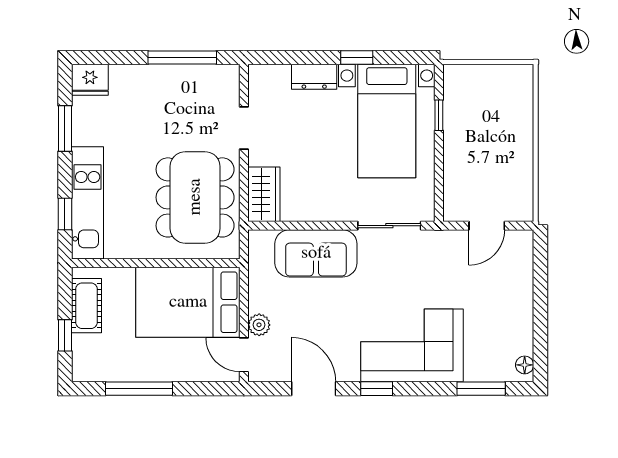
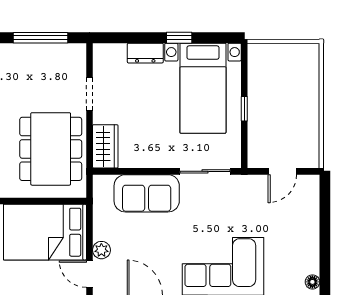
window: (439, 115) -> (244, 109), moved

